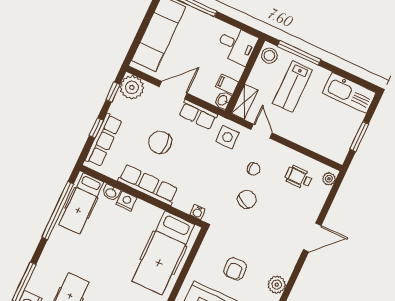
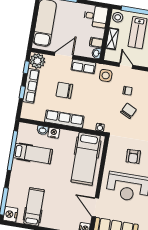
shelving: (245, 102) -> (112, 39), moved
row of seats: (104, 140) -> (31, 86), moved
hospital bed: (81, 203) -> (33, 154), moved, turned -90

